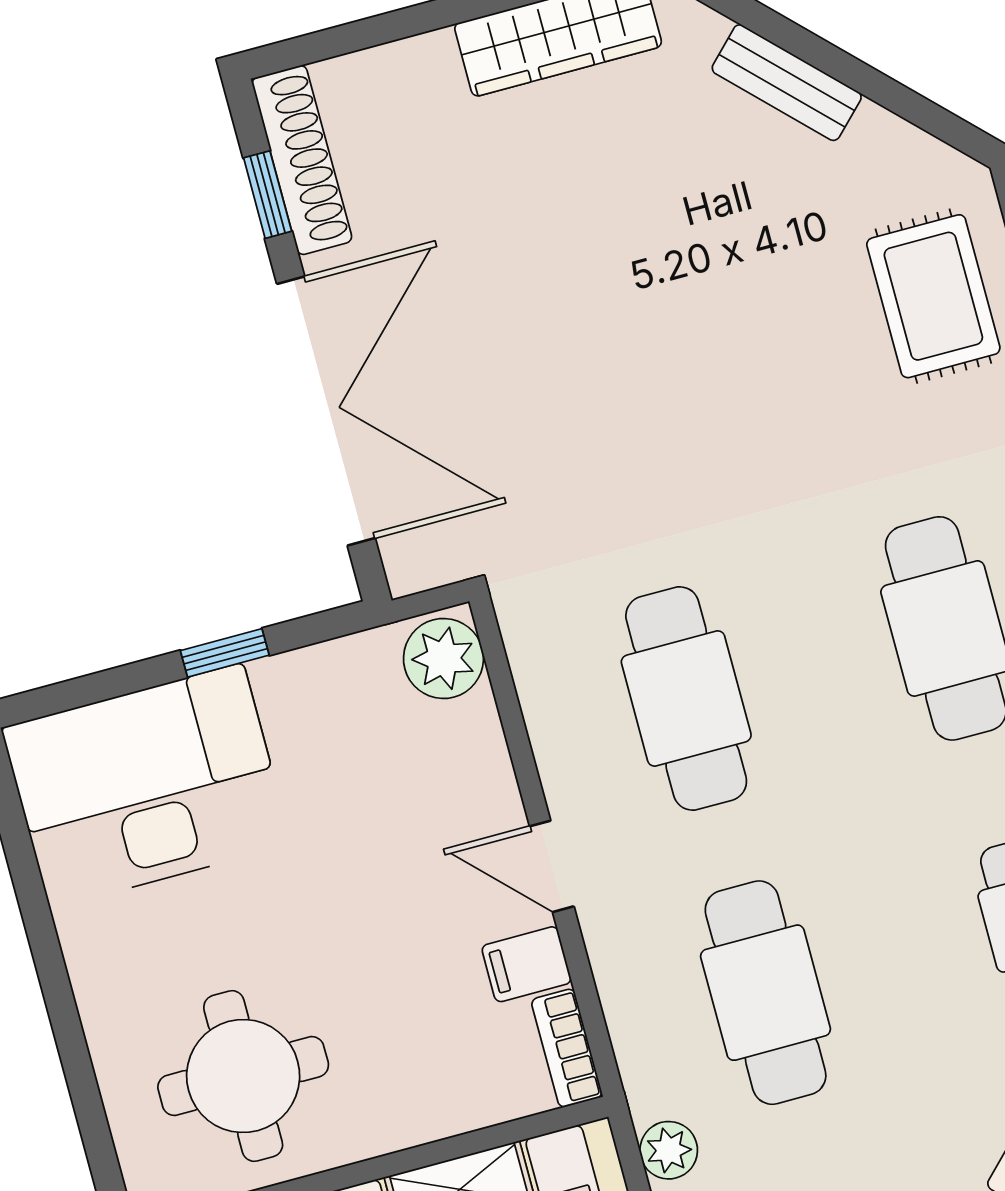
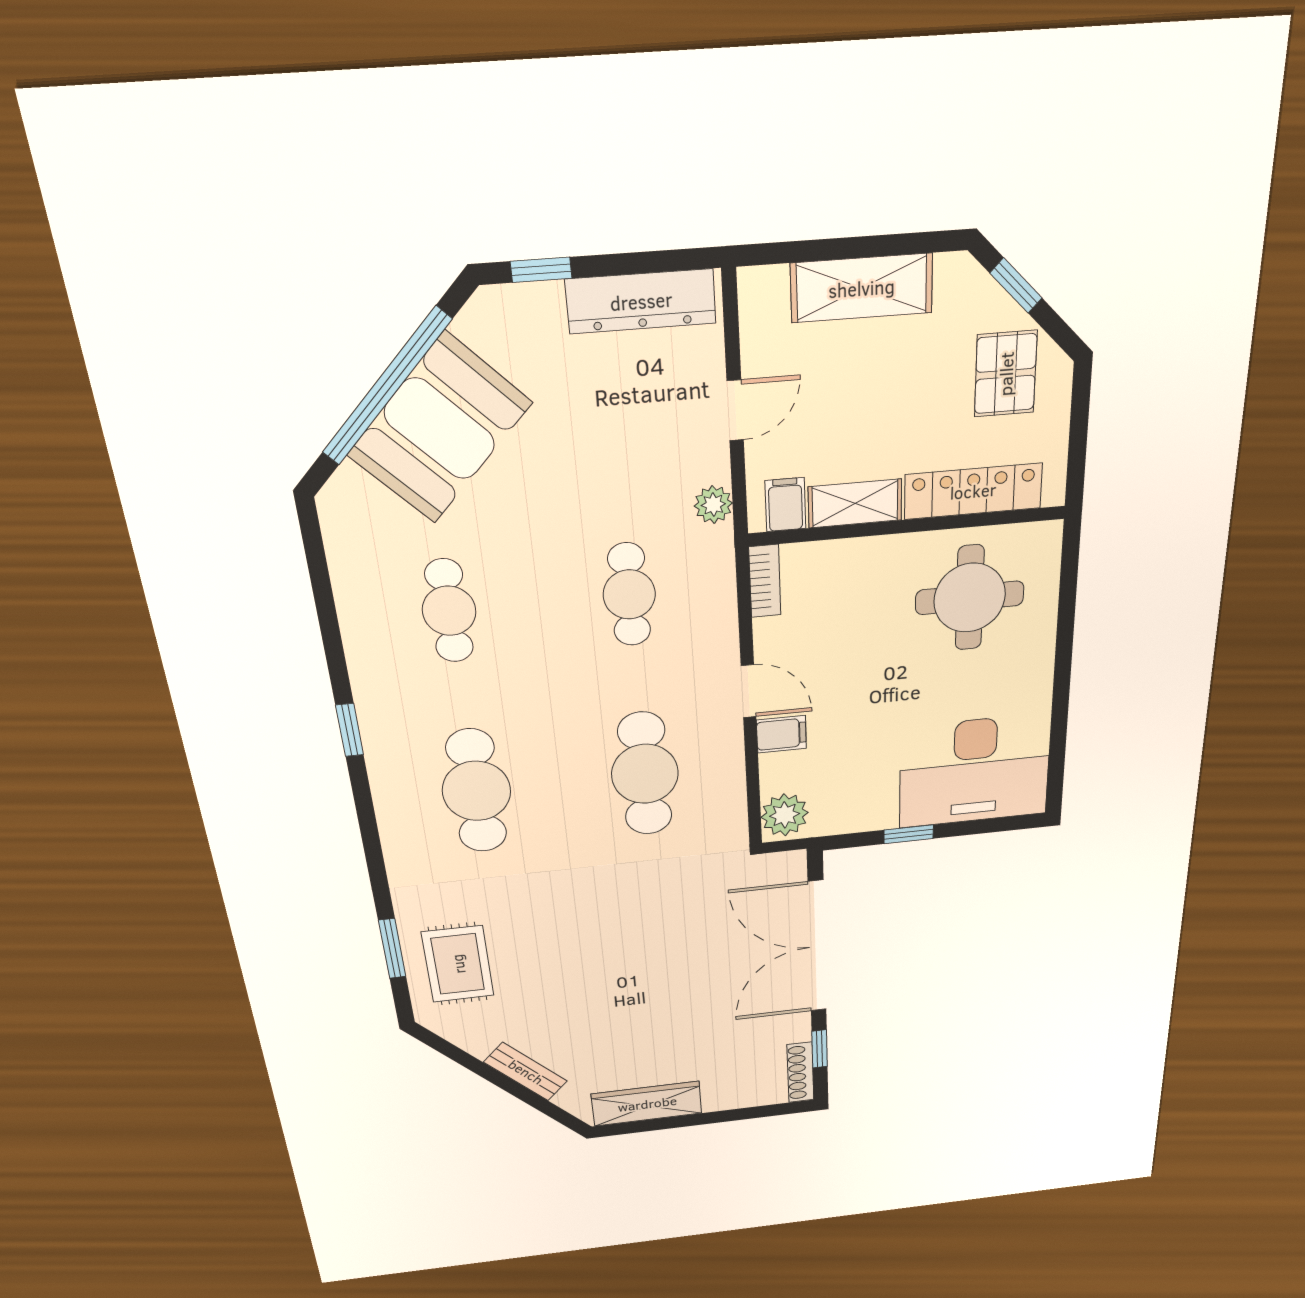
shoe rack: (302, 160) -> (800, 1072), width x0.74, depth x0.81
filing cabinet: (527, 964) -> (781, 734), moved
cafe table: (766, 993) -> (629, 594), width x0.73, depth x0.74

